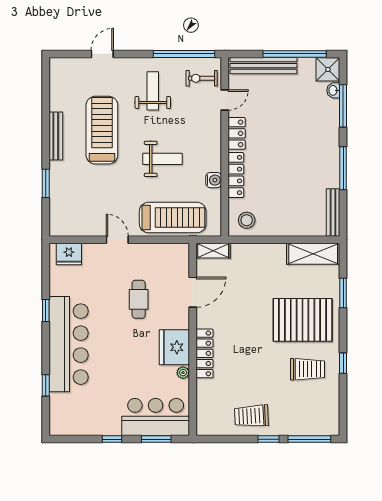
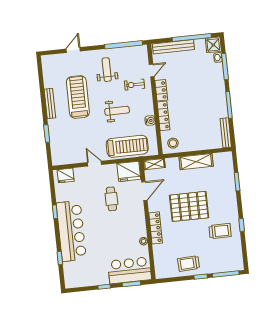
exercise bike: (202, 78) -> (135, 85), moved
shelving: (313, 254) -> (196, 162), moved
pallet: (303, 320) -> (189, 206), moved
fridge: (174, 347) -> (129, 171), moved, turned -90

